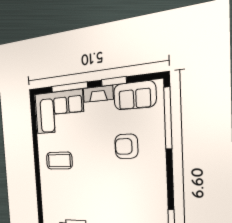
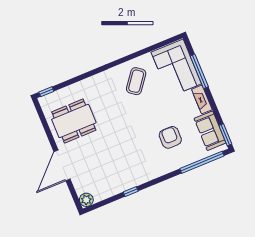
window: (114, 81) -> (225, 135), moved
coffee table: (59, 161) -> (136, 81), turned 37

